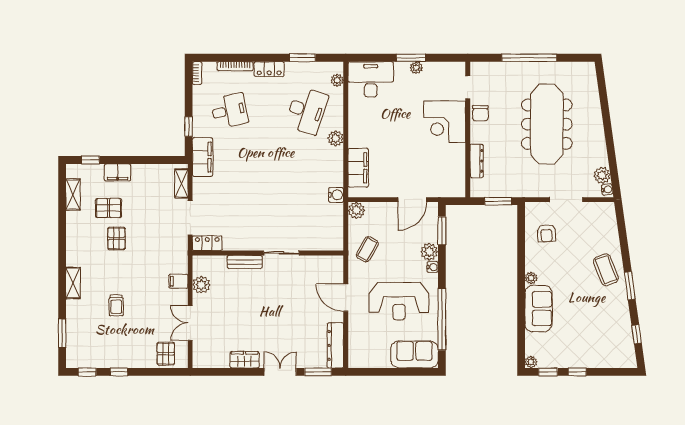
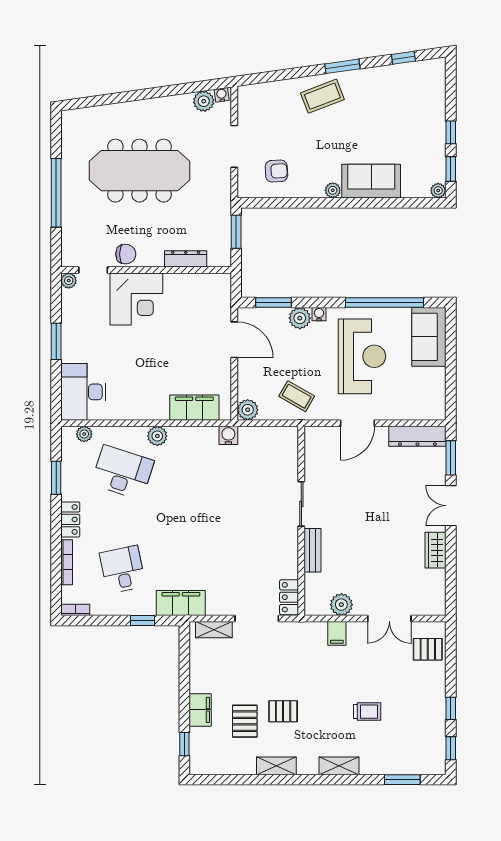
plant: (416, 68) -> (69, 281), moved
shelving: (73, 195) -> (276, 766), moved

